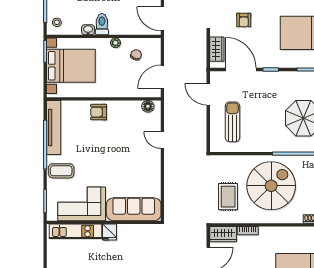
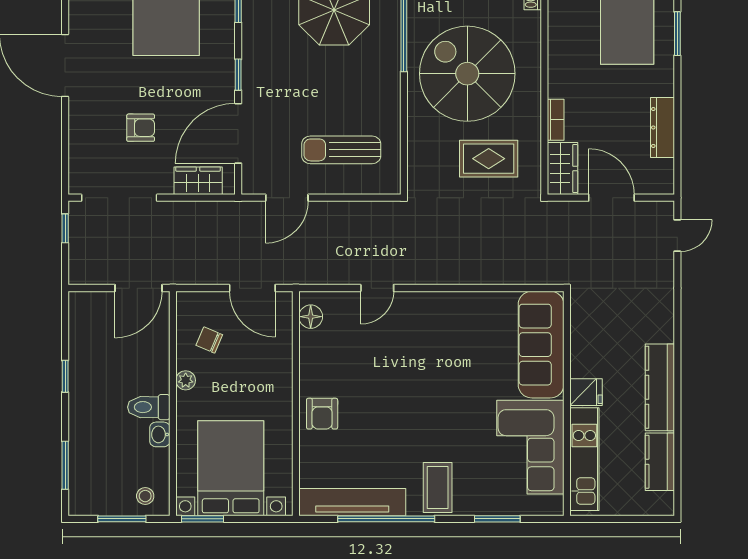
corner sofa: (82, 204) -> (530, 447), moved
sofa: (134, 209) -> (541, 345), moved
wall: (104, 222) -> (567, 403), moved
kitchen unit: (76, 231) -> (584, 459), moved
fridge: (109, 232) -> (586, 392), moved

